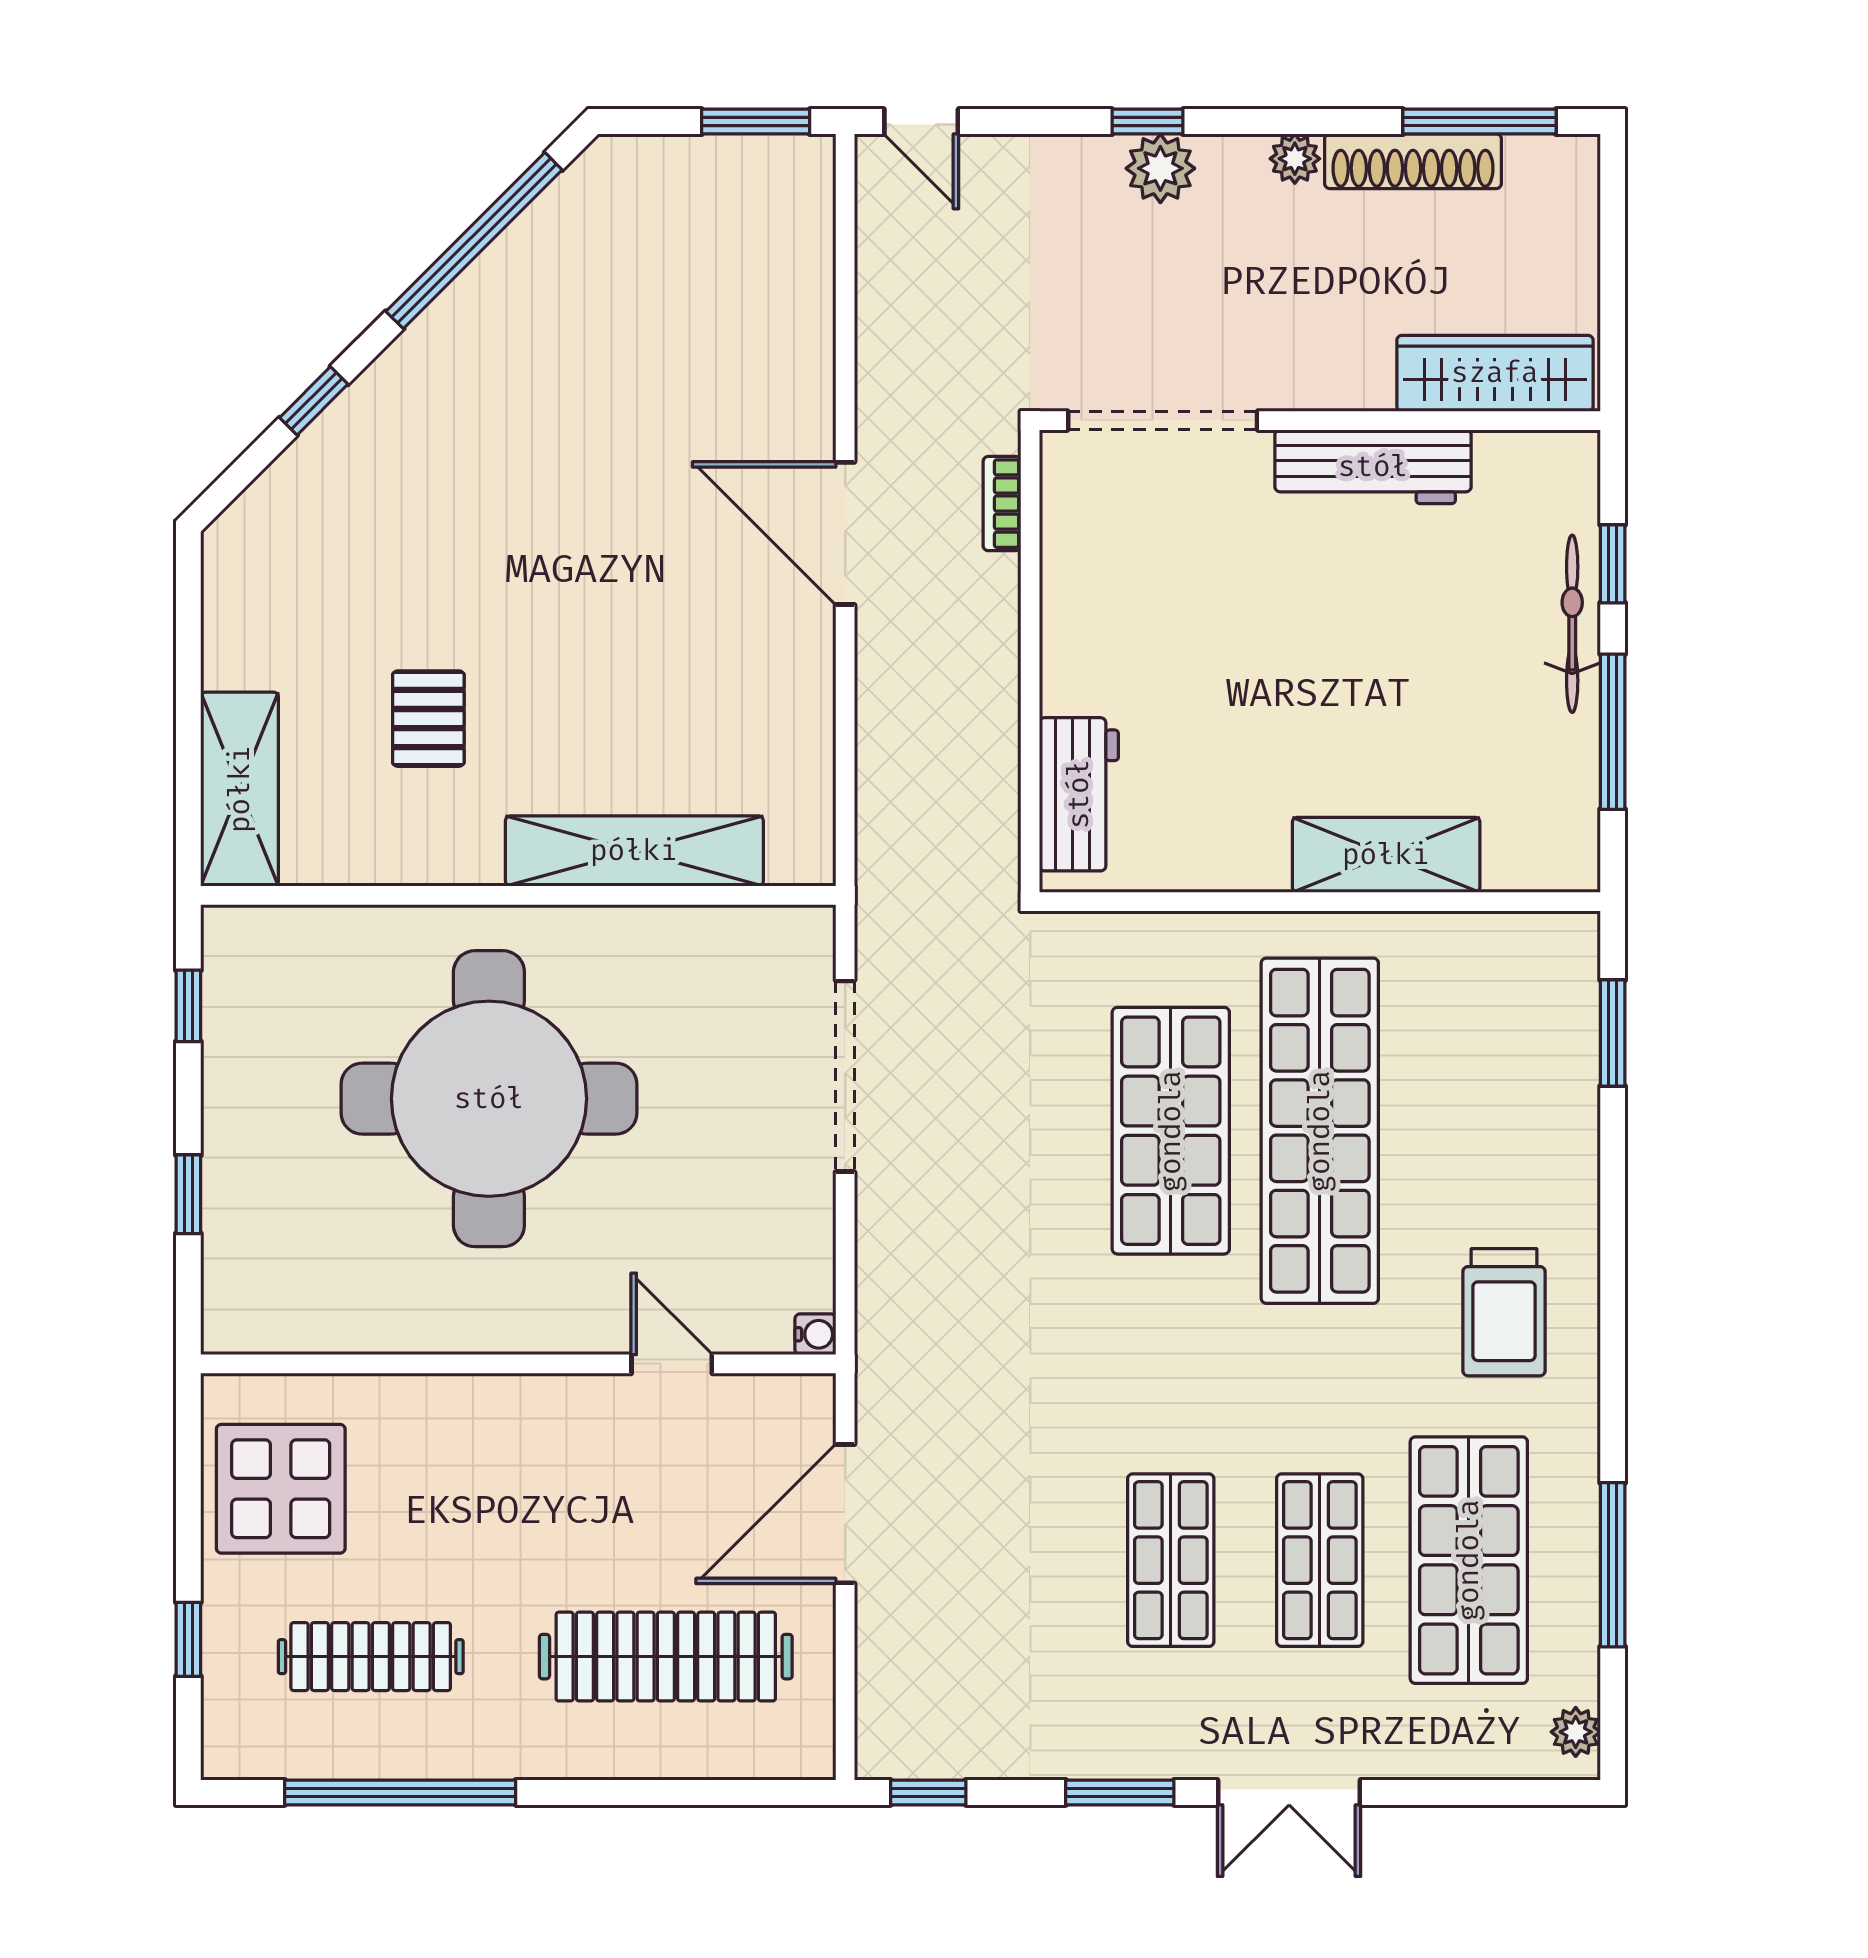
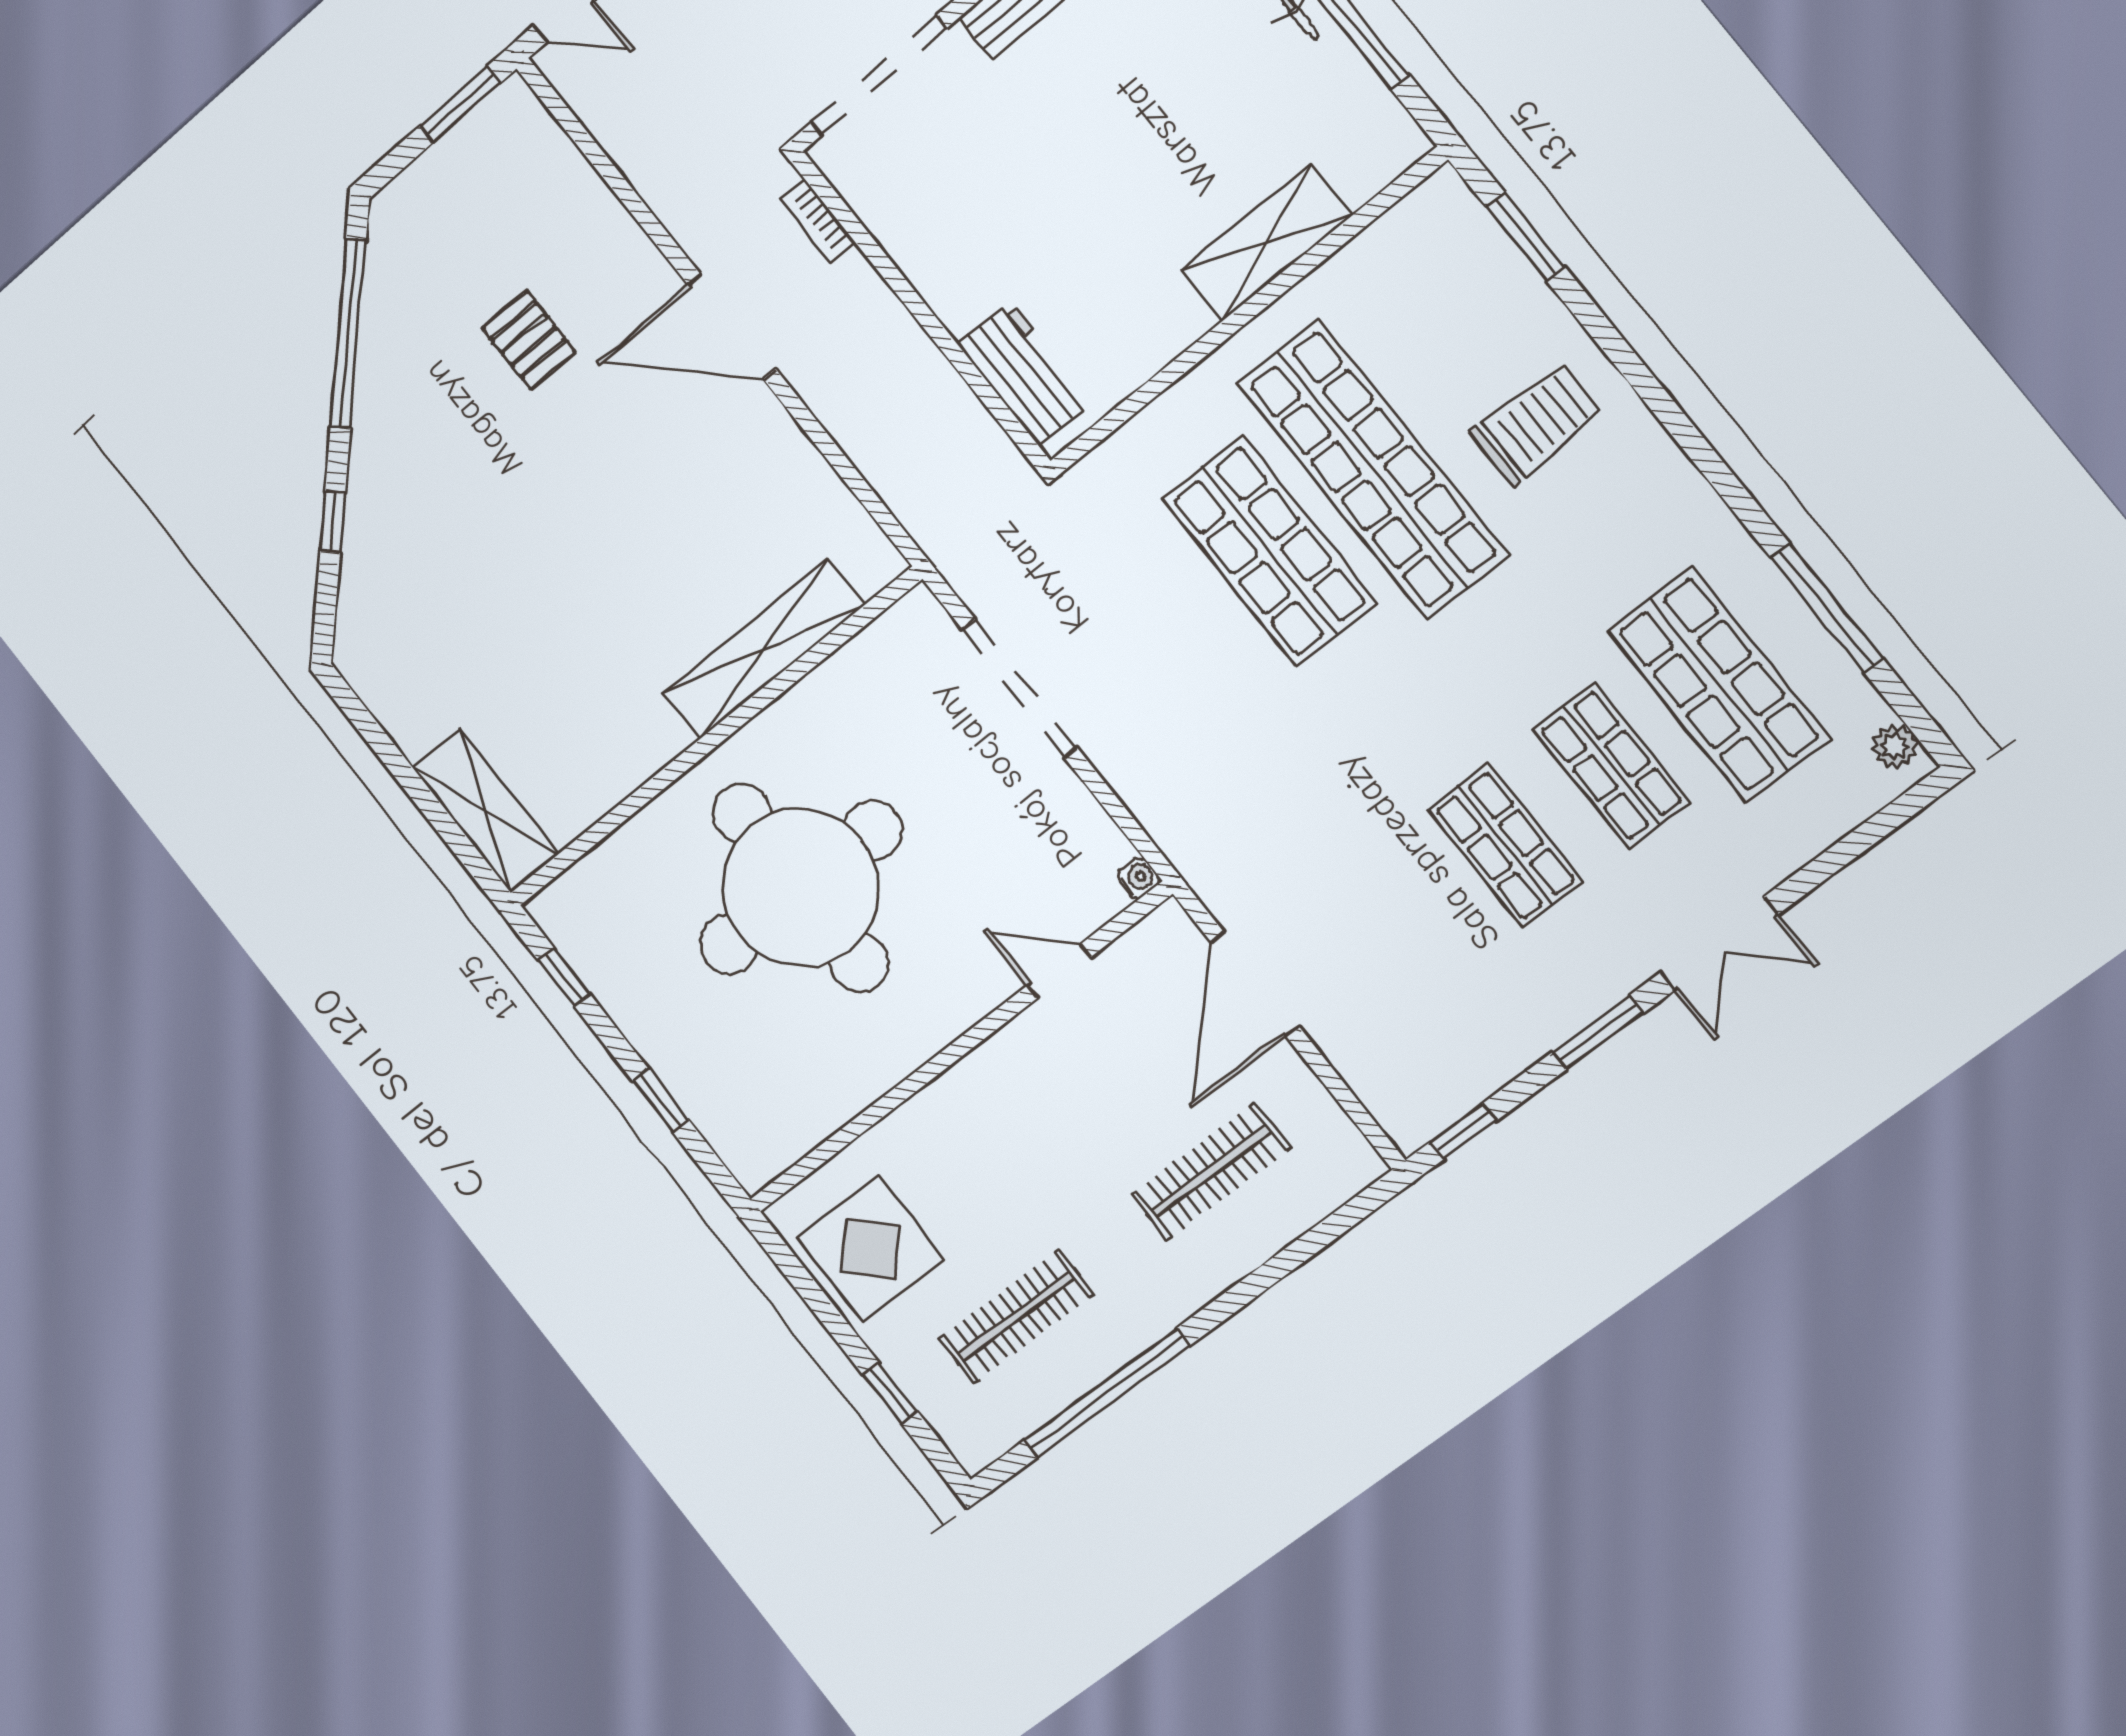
pallet: (428, 719) -> (529, 340), moved
trolley: (1504, 1312) -> (1536, 424), moved, turned -90
clothes rail: (666, 1657) -> (1211, 1171), width x0.73, depth x0.76

